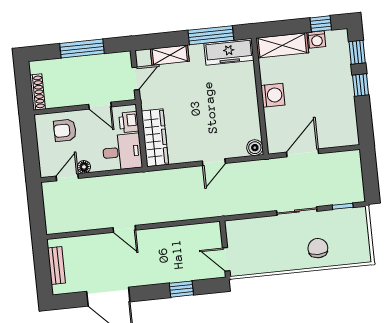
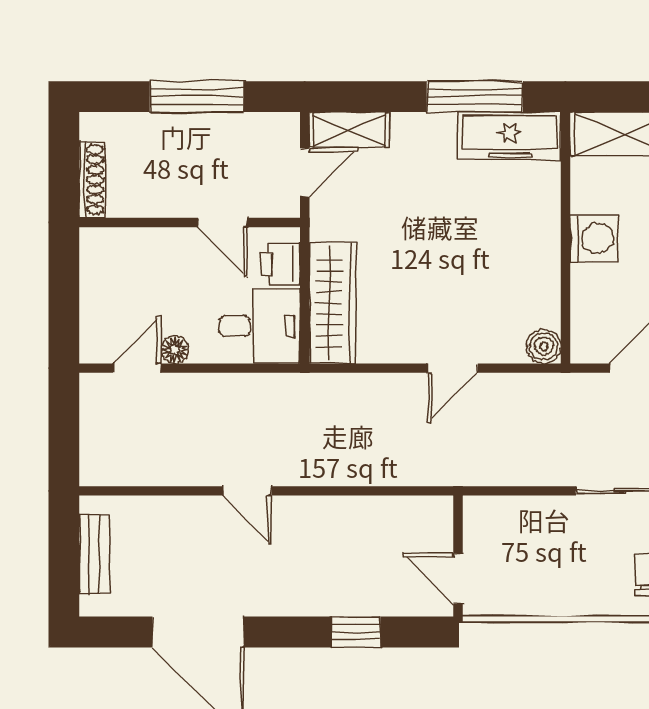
shelving: (170, 55) -> (349, 130), moved
armchair: (65, 130) -> (142, 268), removed

